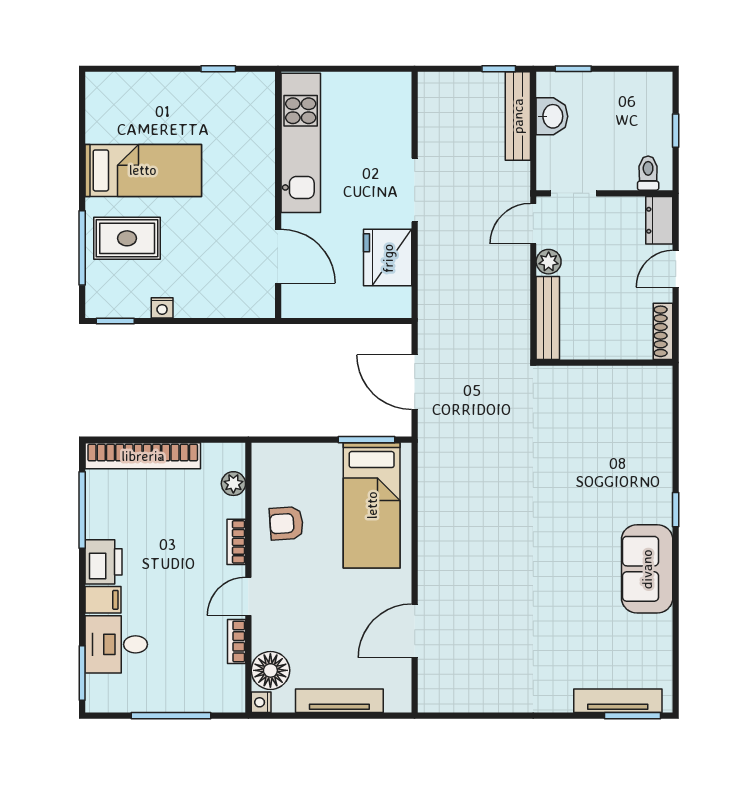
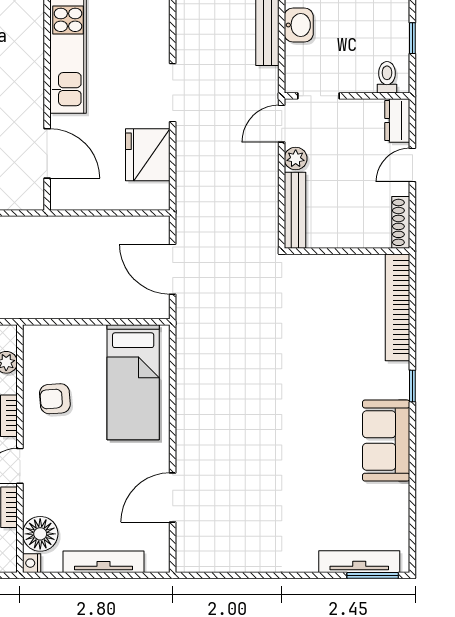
bookcase: (659, 424) -> (397, 307), added
window: (366, 440) -> (128, 322), removed

